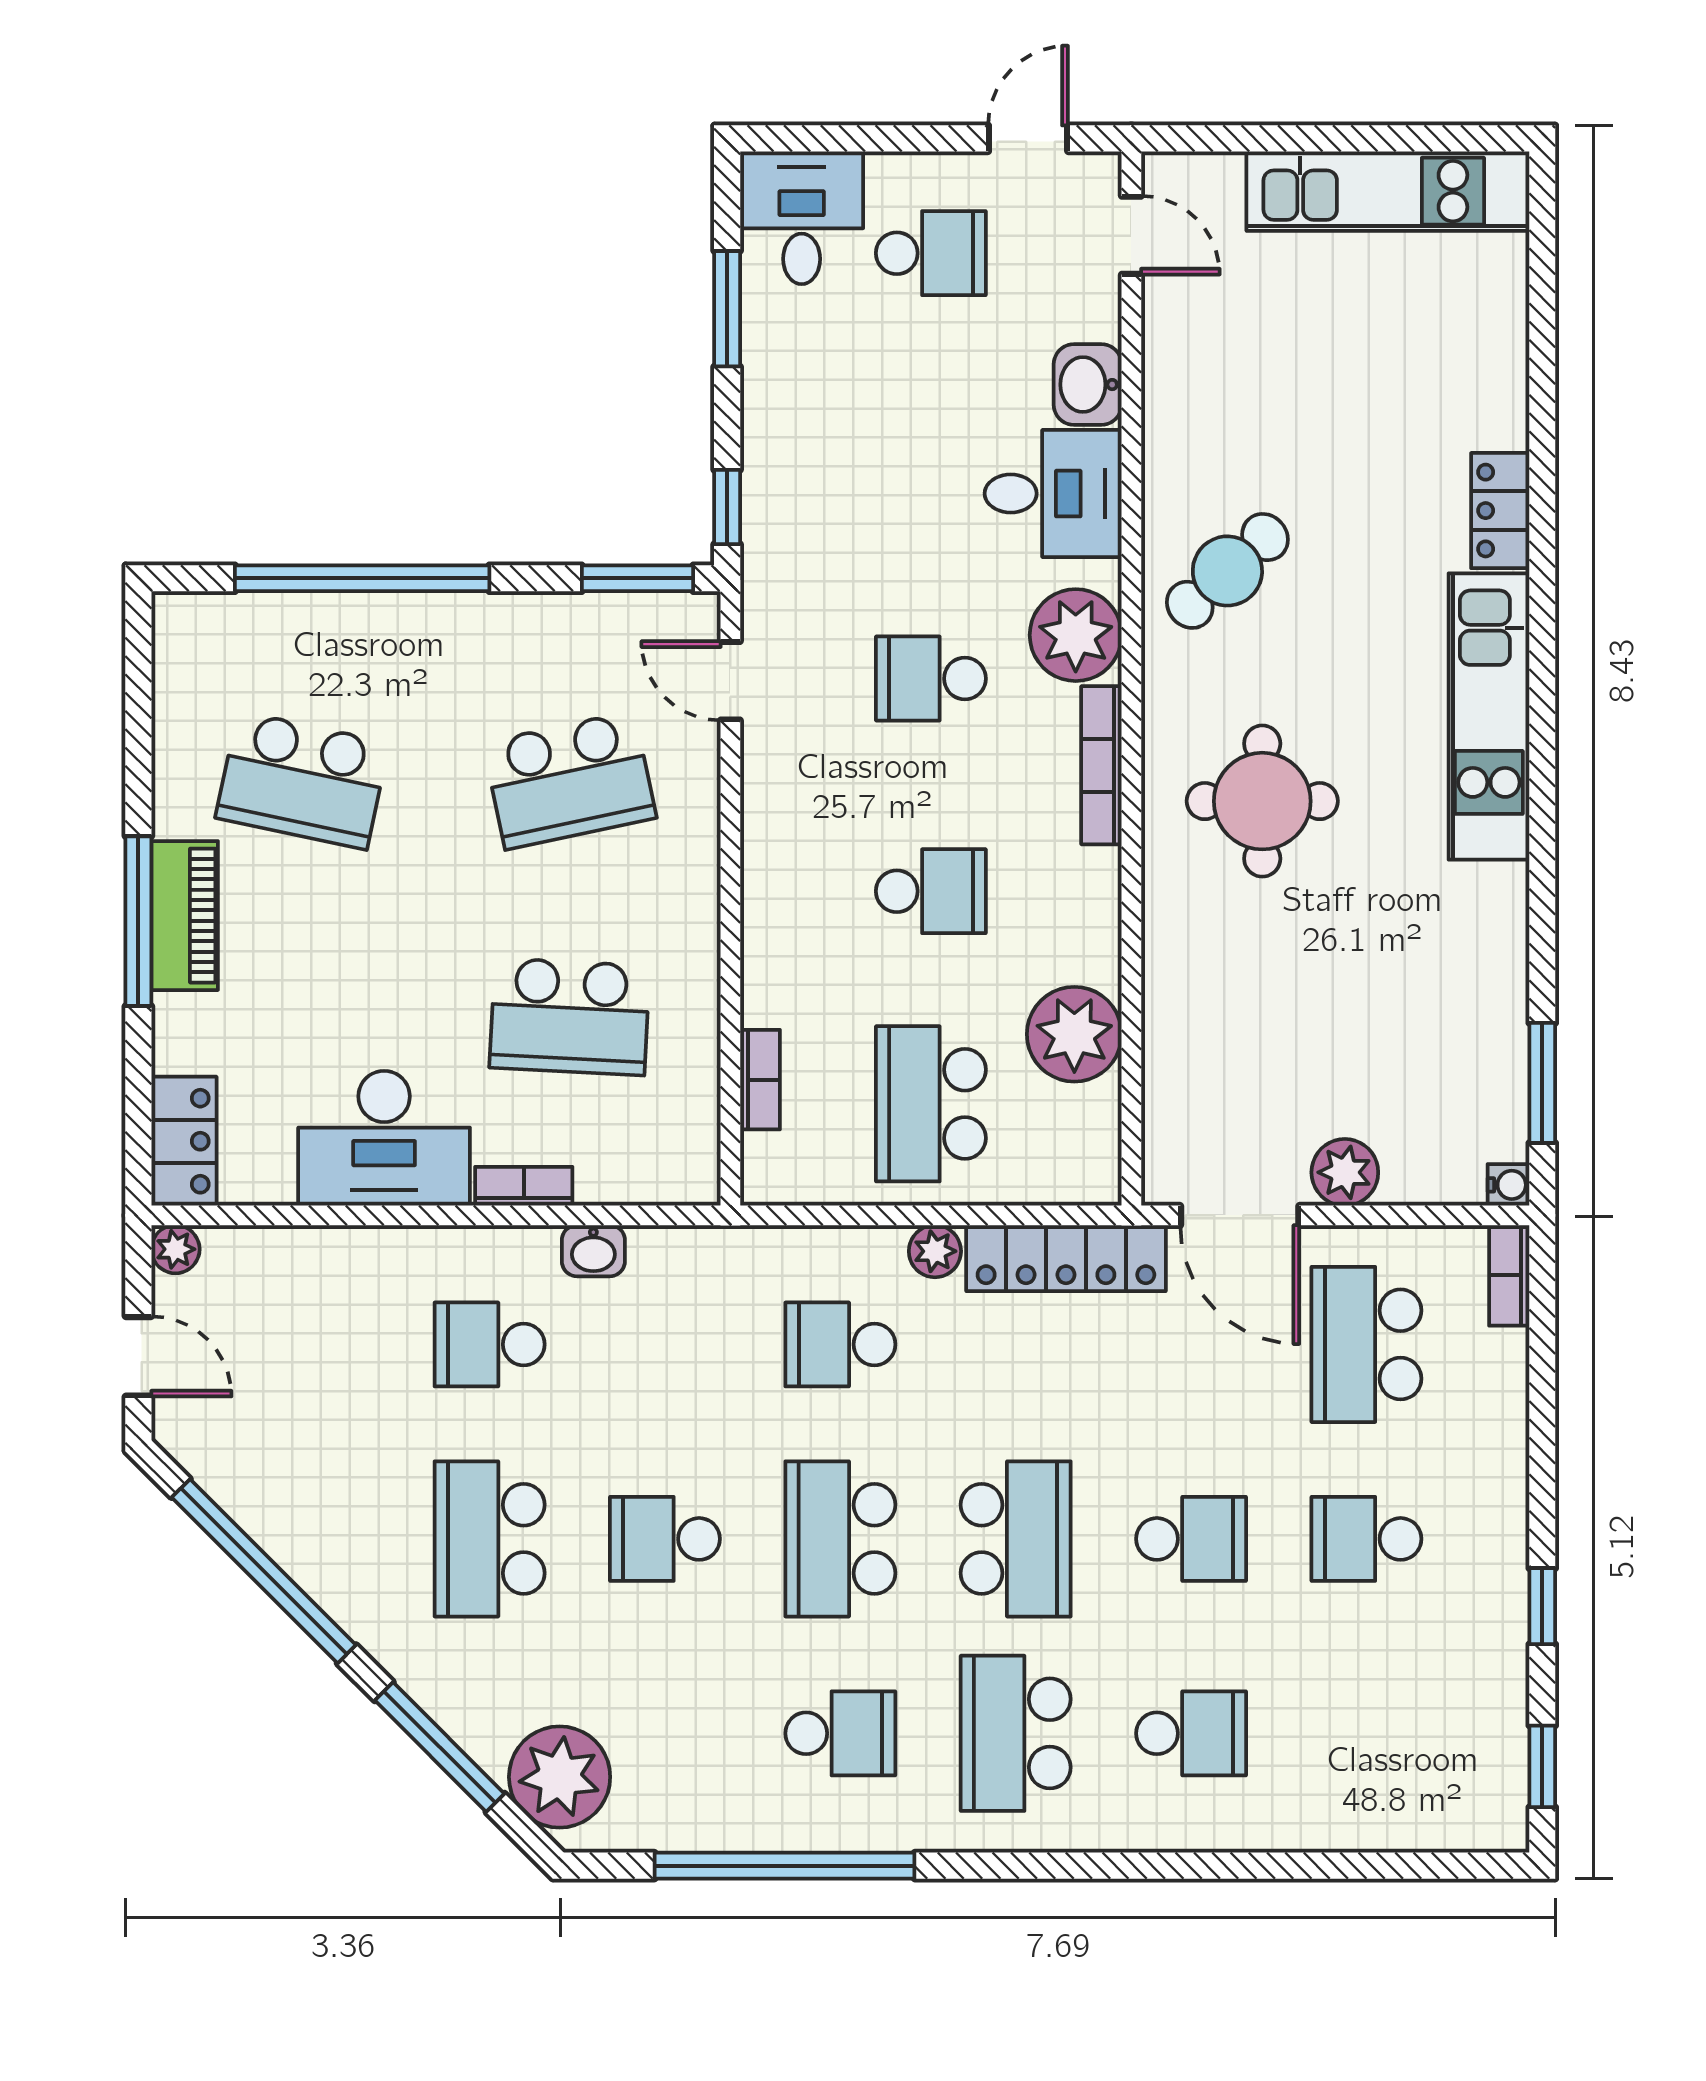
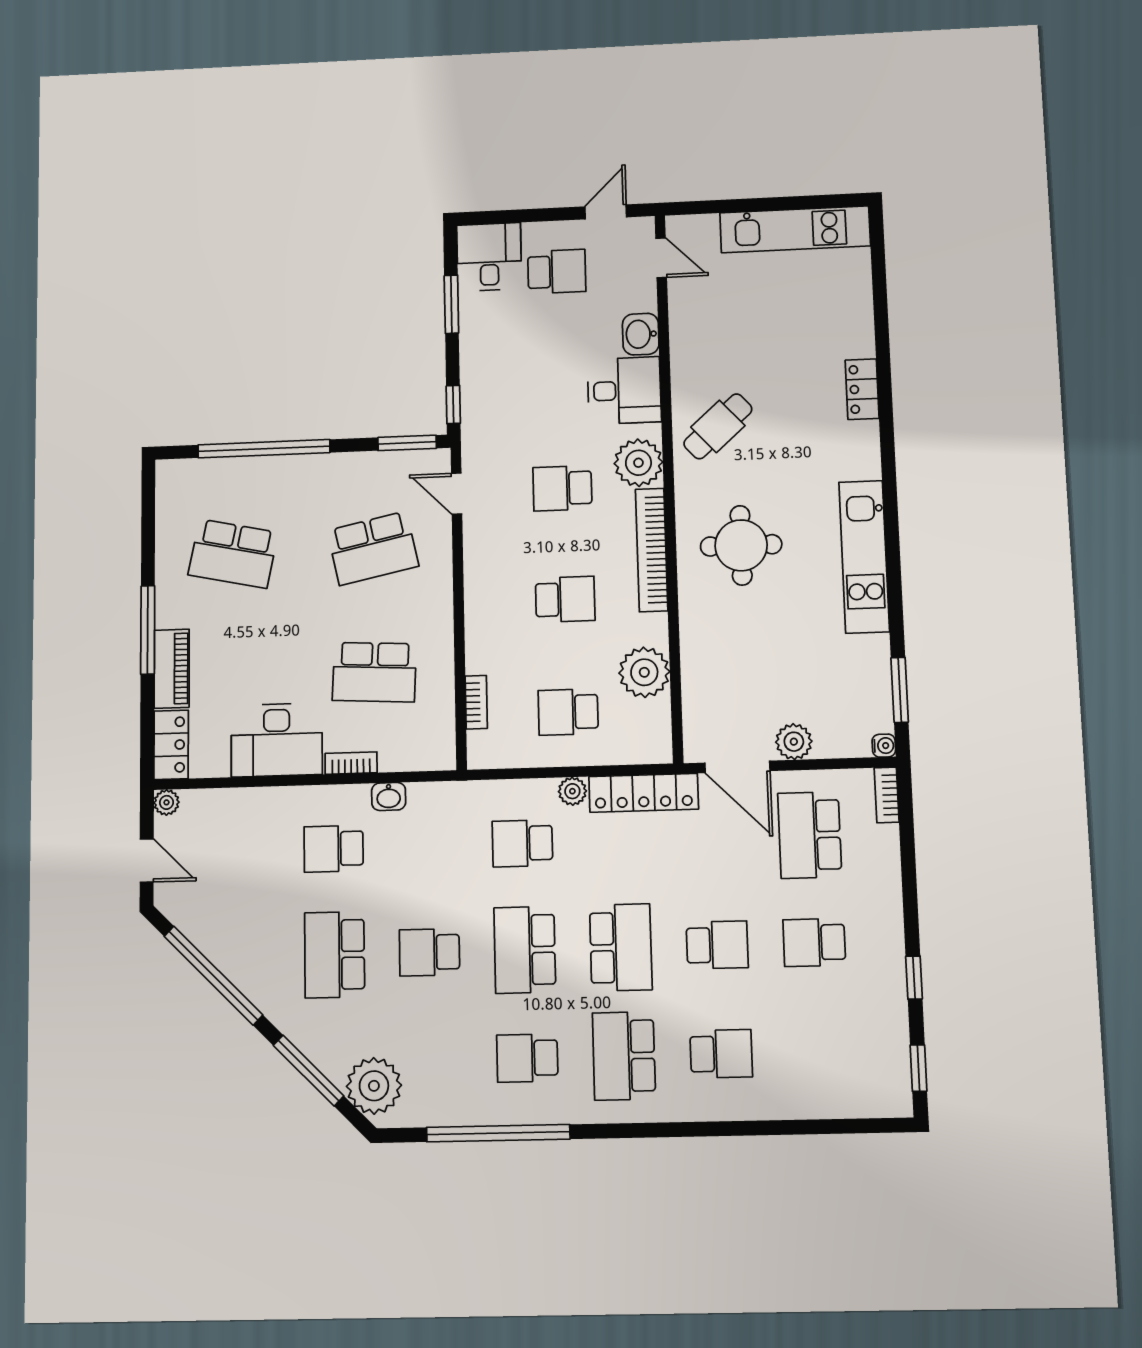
kitchen unit: (1489, 717) -> (864, 557), moved
bookcase: (1101, 765) -> (652, 550), width x1.48, depth x1.31
piano: (185, 916) -> (172, 669), moved
school desk: (931, 1104) -> (568, 712), width x0.54
school desk: (840, 1733) -> (527, 1058), turned 180

